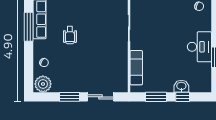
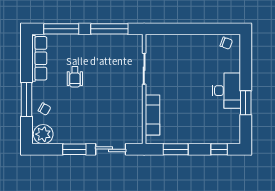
window: (29, 27) -> (26, 100), moved
washbasin: (181, 86) -> (205, 137), removed
window: (183, 97) -> (219, 149), moved

